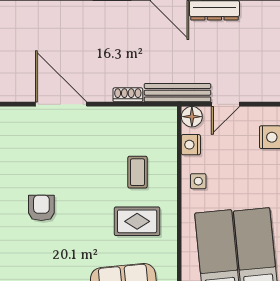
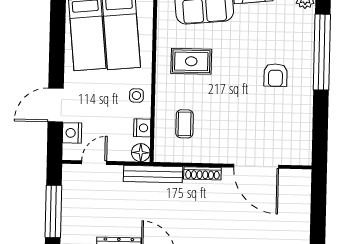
shoe rack: (128, 95) -> (202, 173), width x1.43
door: (225, 104) -> (94, 163), moved
coffee table: (137, 172) -> (185, 124), moved

